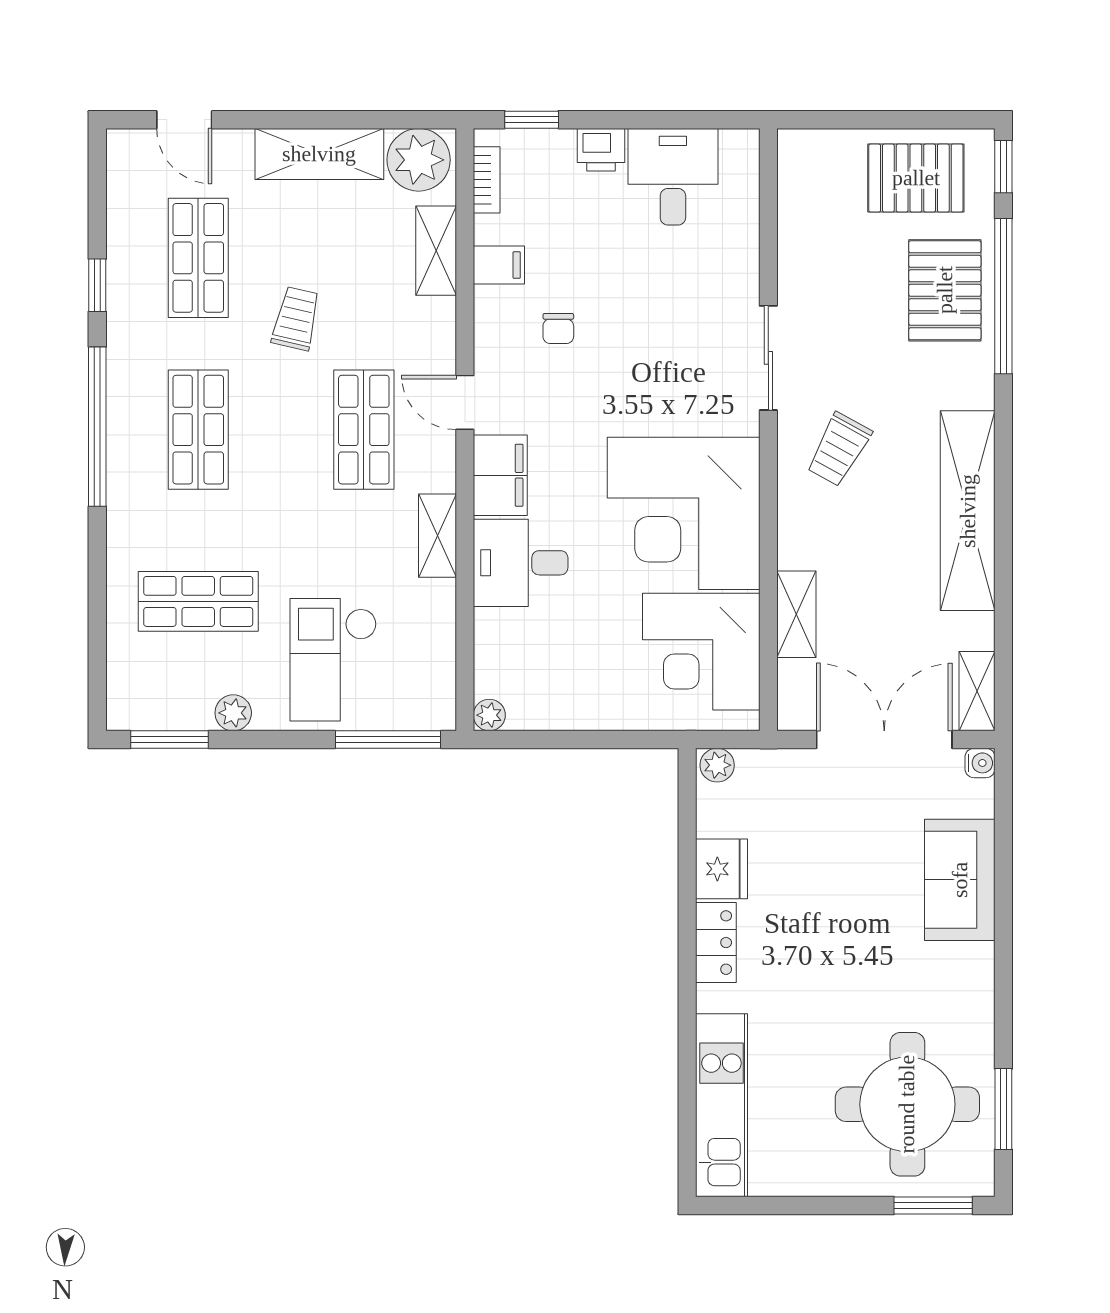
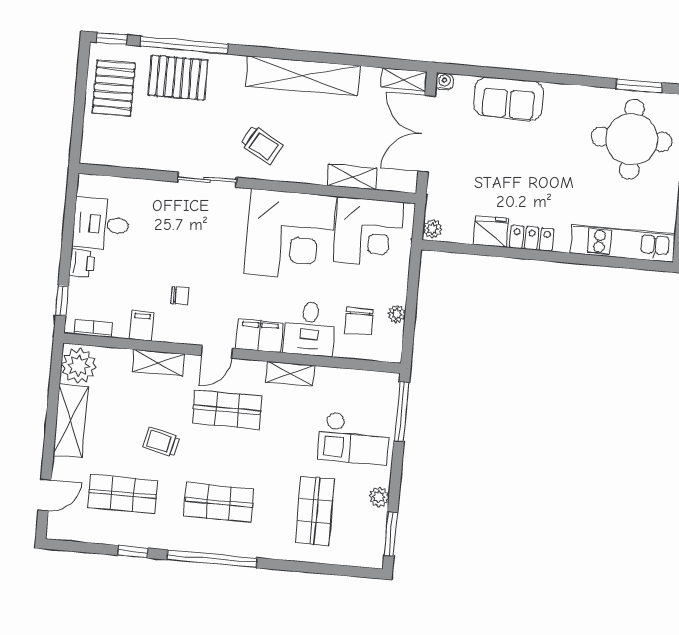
shelving: (436, 251) -> (158, 363), moved
chair: (541, 650) -> (359, 321), added
plant: (489, 715) -> (397, 314), moved

